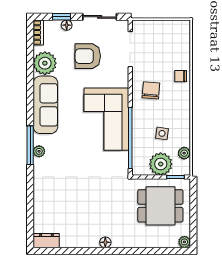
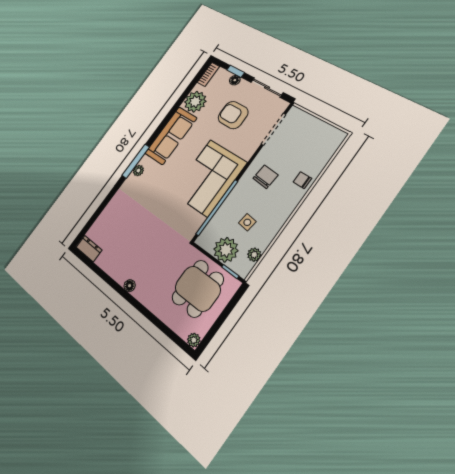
dining table: (160, 206) -> (198, 289), turned 90

